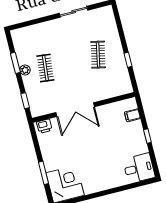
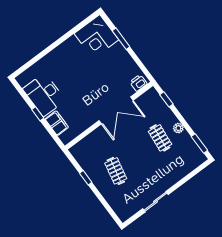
window: (15, 63) -> (199, 143), moved
double door: (75, 110) -> (116, 110), swing flipped
filing cabinet: (132, 115) -> (57, 123), width x2.00
desk: (139, 168) -> (44, 95), moved, width x1.37

